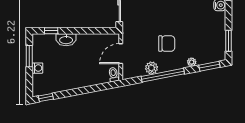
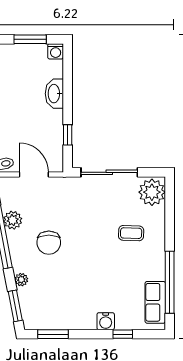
window: (51, 31) -> (68, 135), moved
washing machine: (37, 68) -> (56, 51), moved

